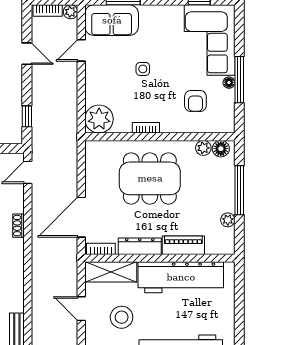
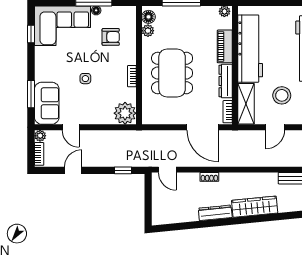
plant: (228, 220) -> (224, 11), moved

